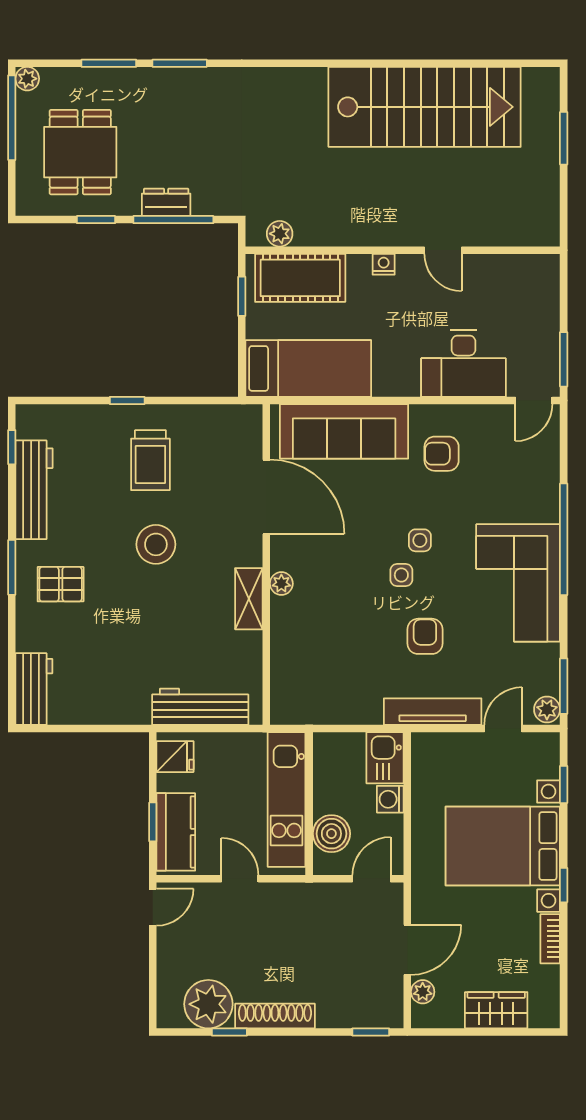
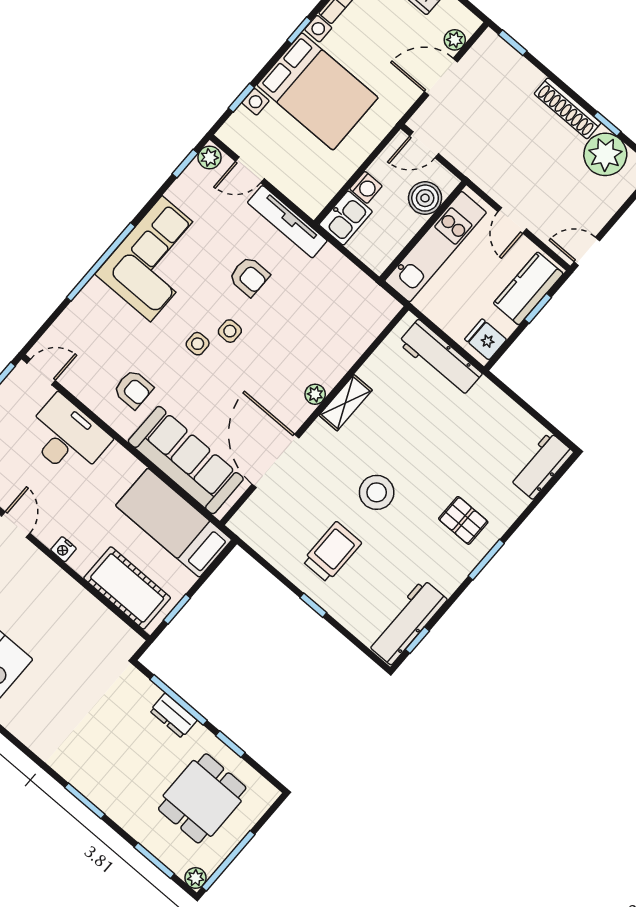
window: (109, 63) -> (154, 861), moved
plant: (280, 234) -> (116, 629), removed
workbench: (34, 490) -> (407, 622), moved
armchair: (425, 636) -> (249, 276), turned -90
window: (564, 686) -> (185, 164), width x0.67

